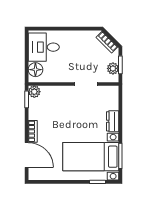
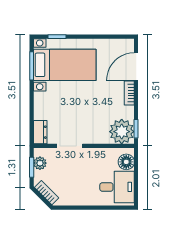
plant: (34, 92) -> (122, 132), width x1.87, depth x1.87
dresser: (113, 121) -> (40, 132), moved
door: (27, 155) -> (136, 67), hinge flipped

